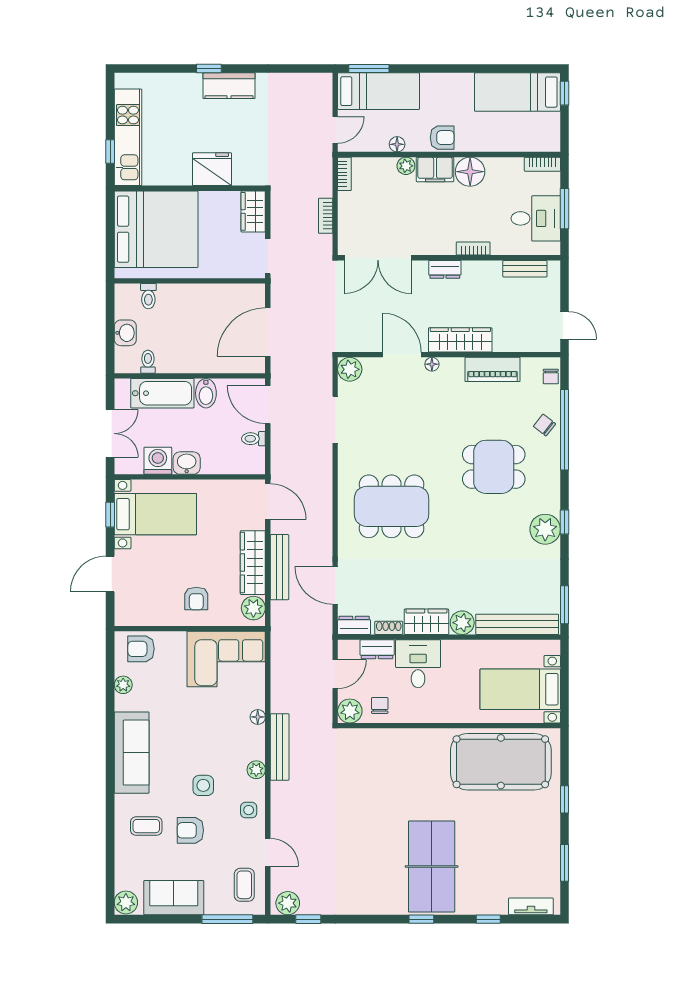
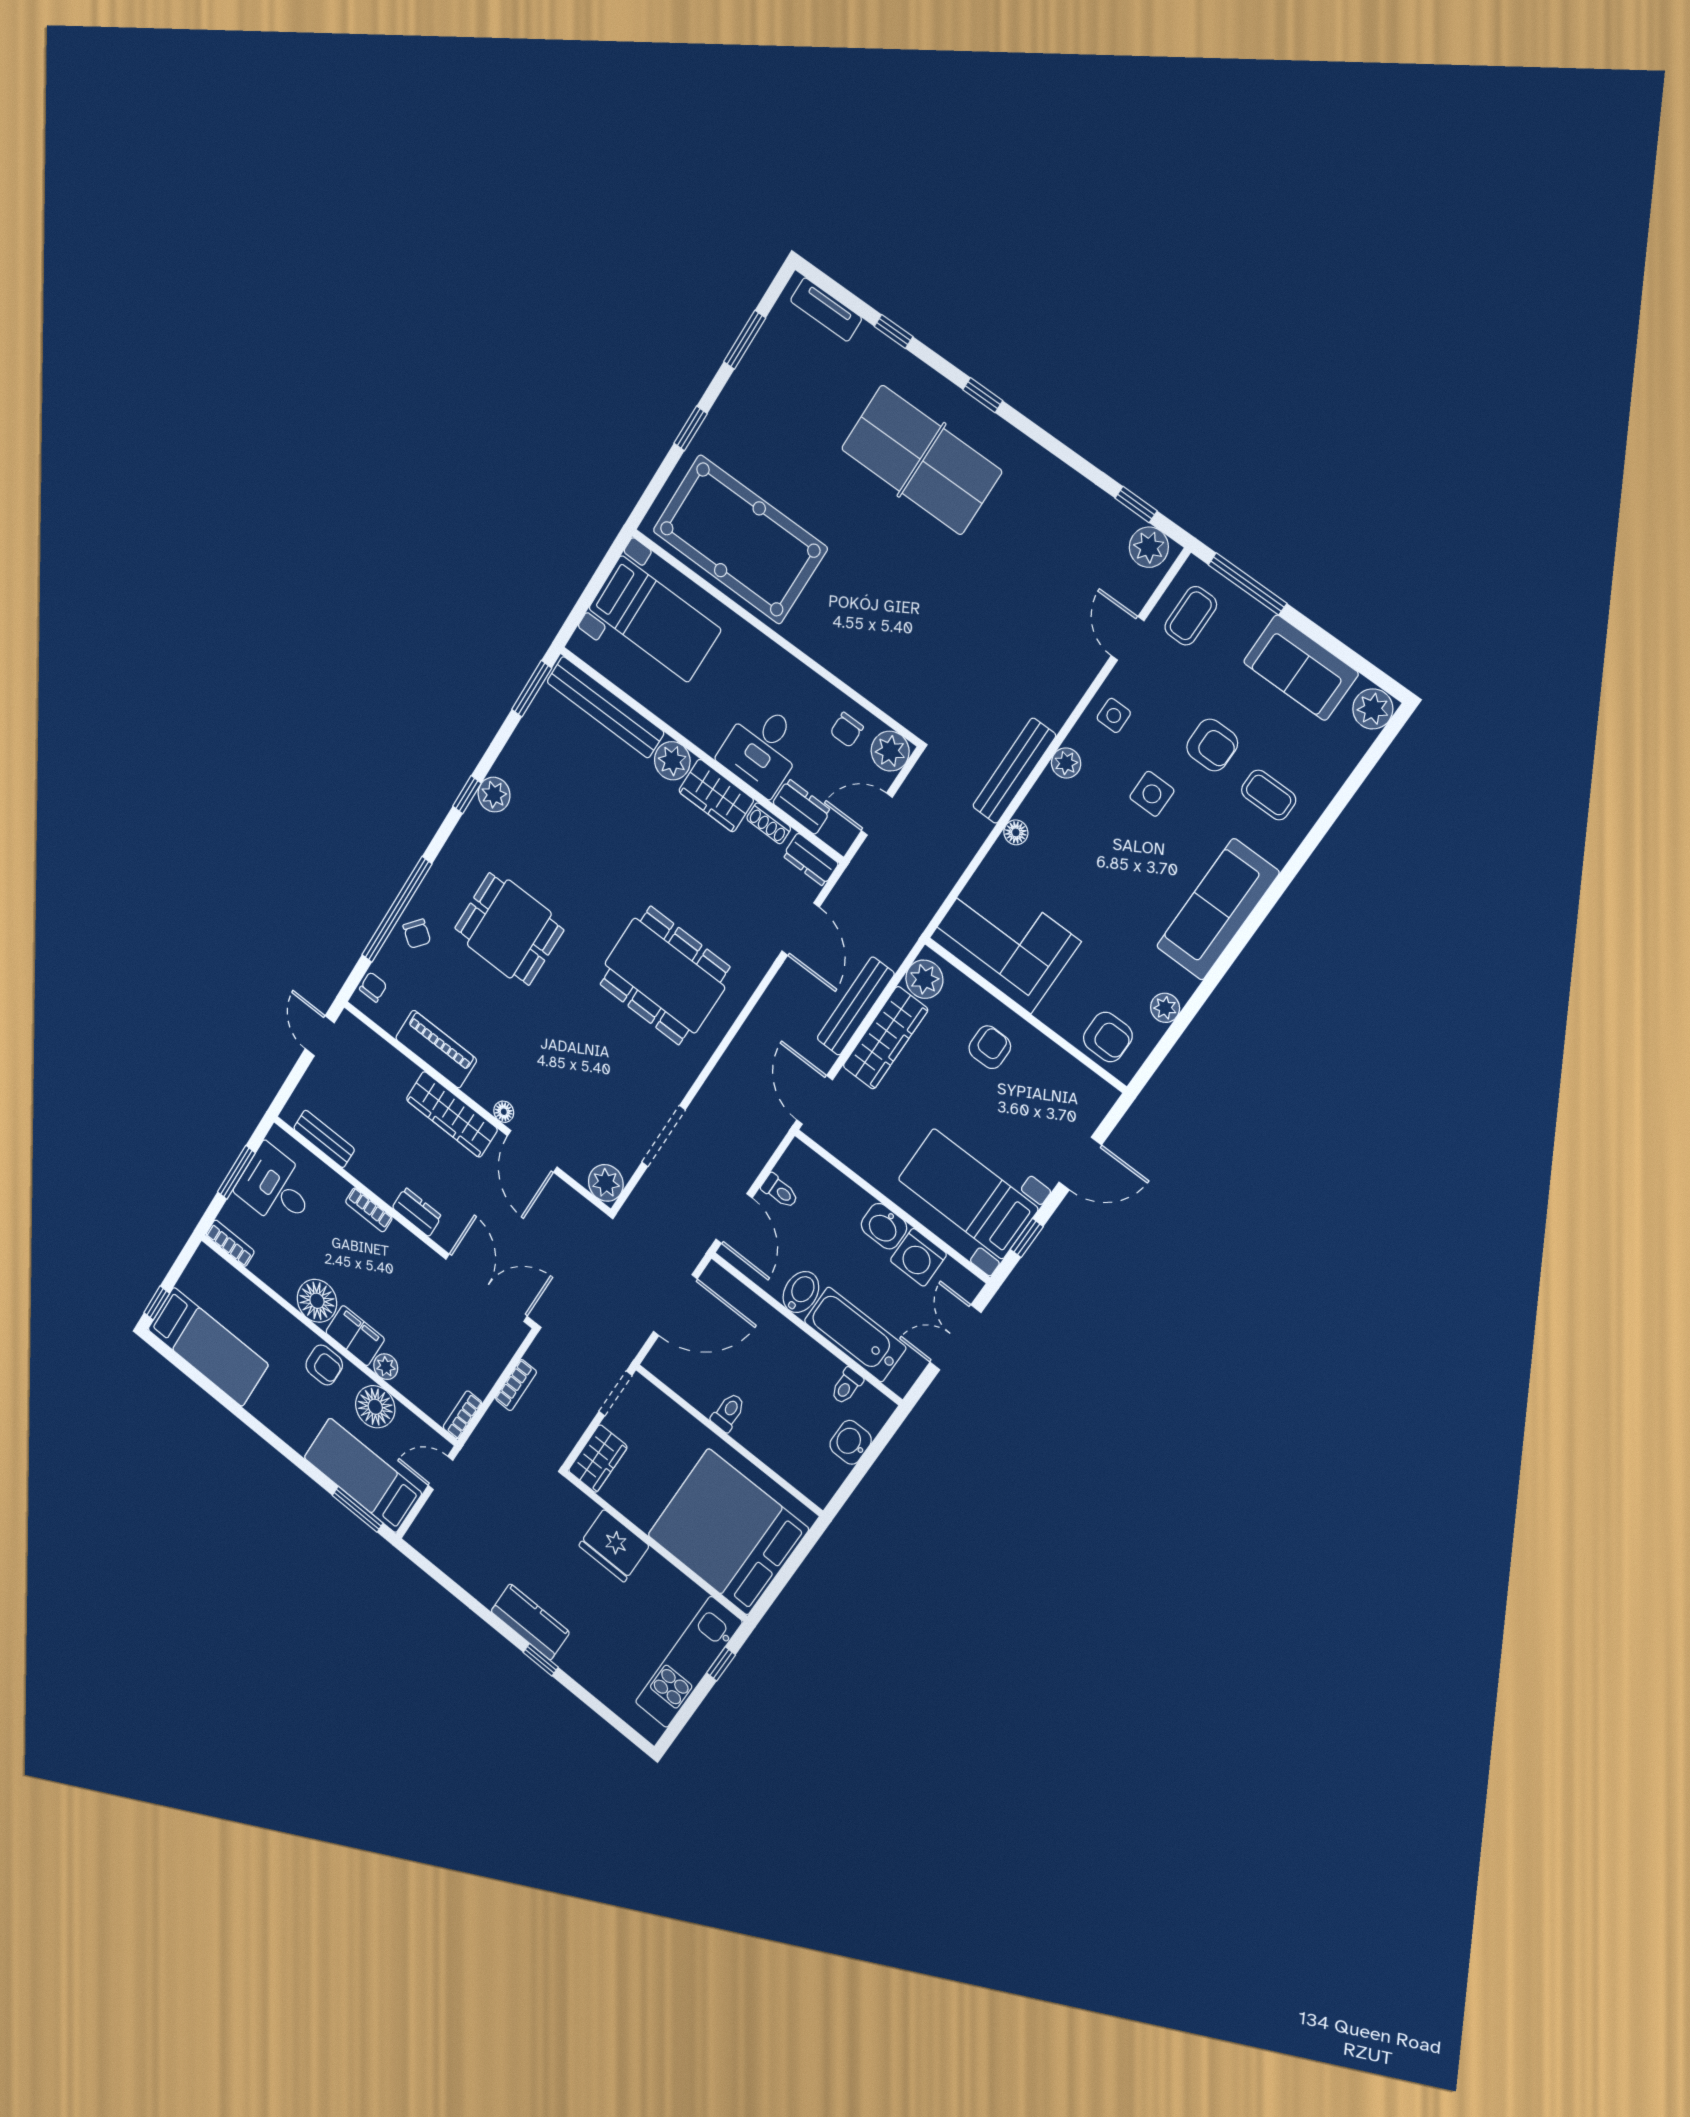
armchair: (442, 138) -> (324, 1365), turned 180
floor lamp: (397, 144) -> (375, 1407), width x1.89, depth x1.89
toilet: (148, 296) -> (728, 1412), moved
plant: (545, 529) -> (494, 795), width x0.73, depth x0.73
table tennis table: (432, 867) -> (921, 460), turned 90

